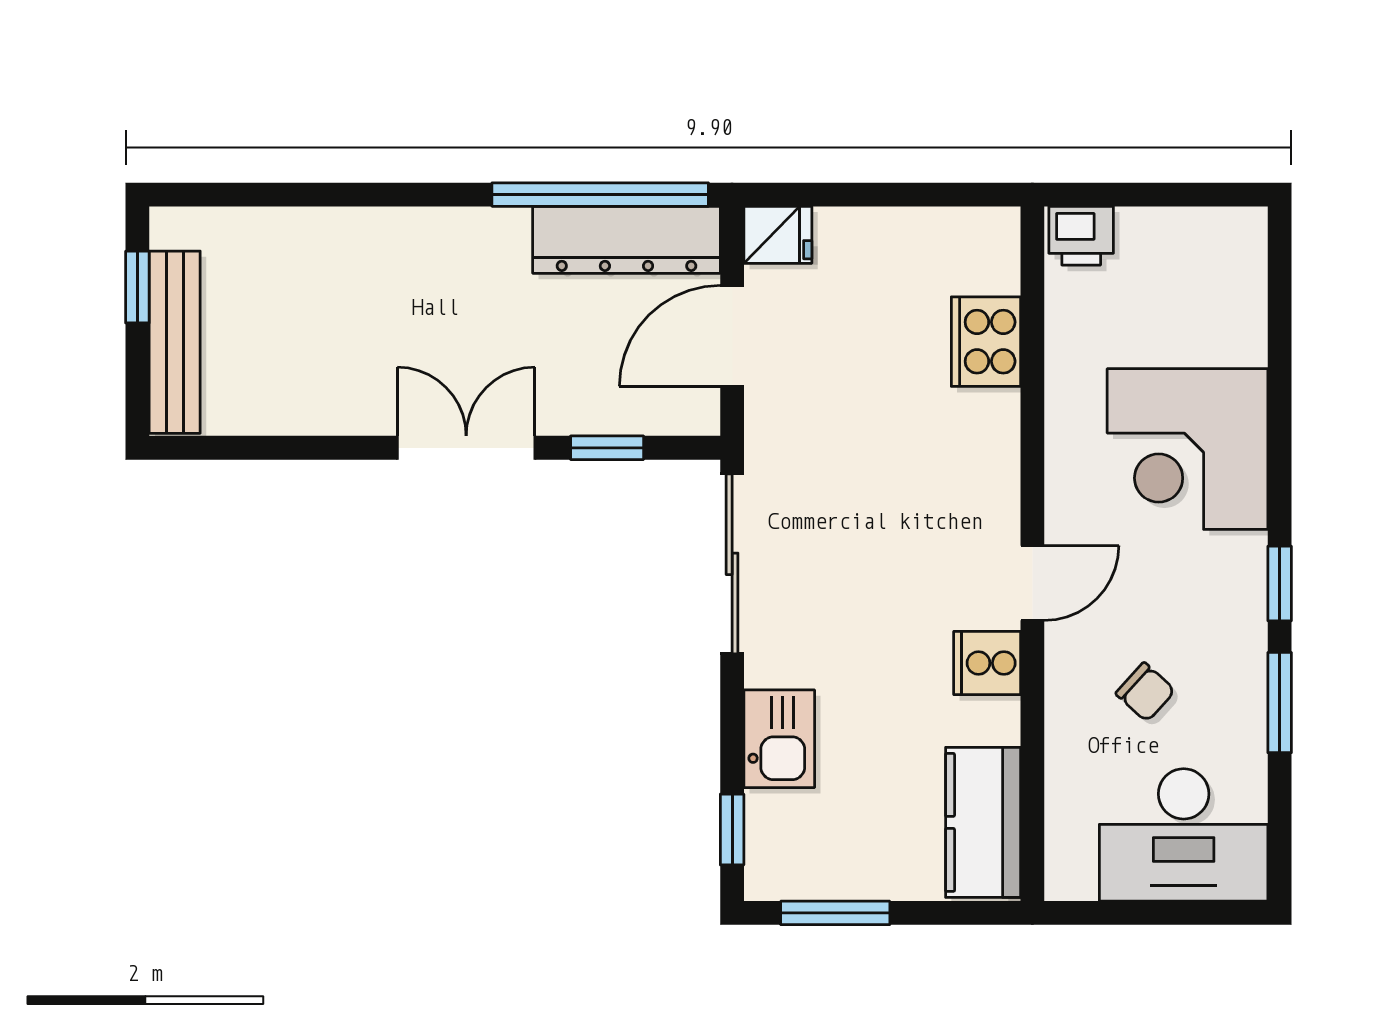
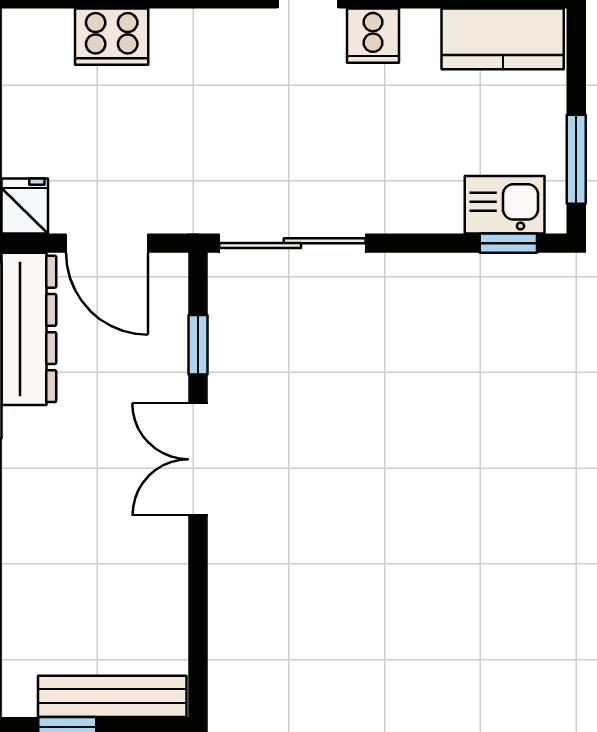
kitchen sink: (779, 739) -> (505, 205), moved

